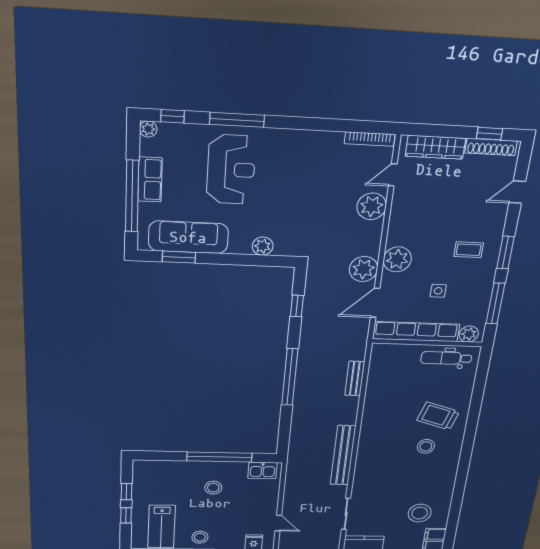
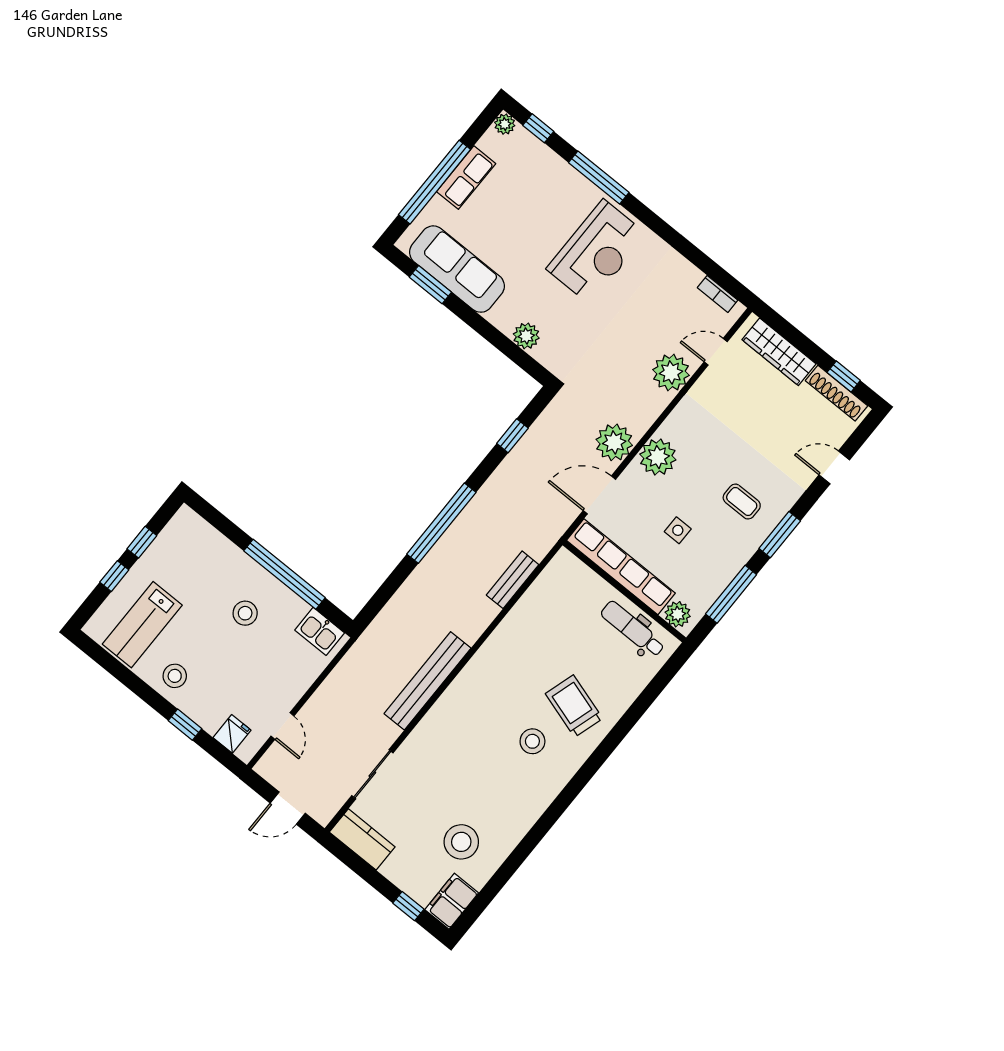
bookcase: (370, 139) -> (718, 294), width x0.64
reception desk: (231, 170) -> (596, 252), moved

